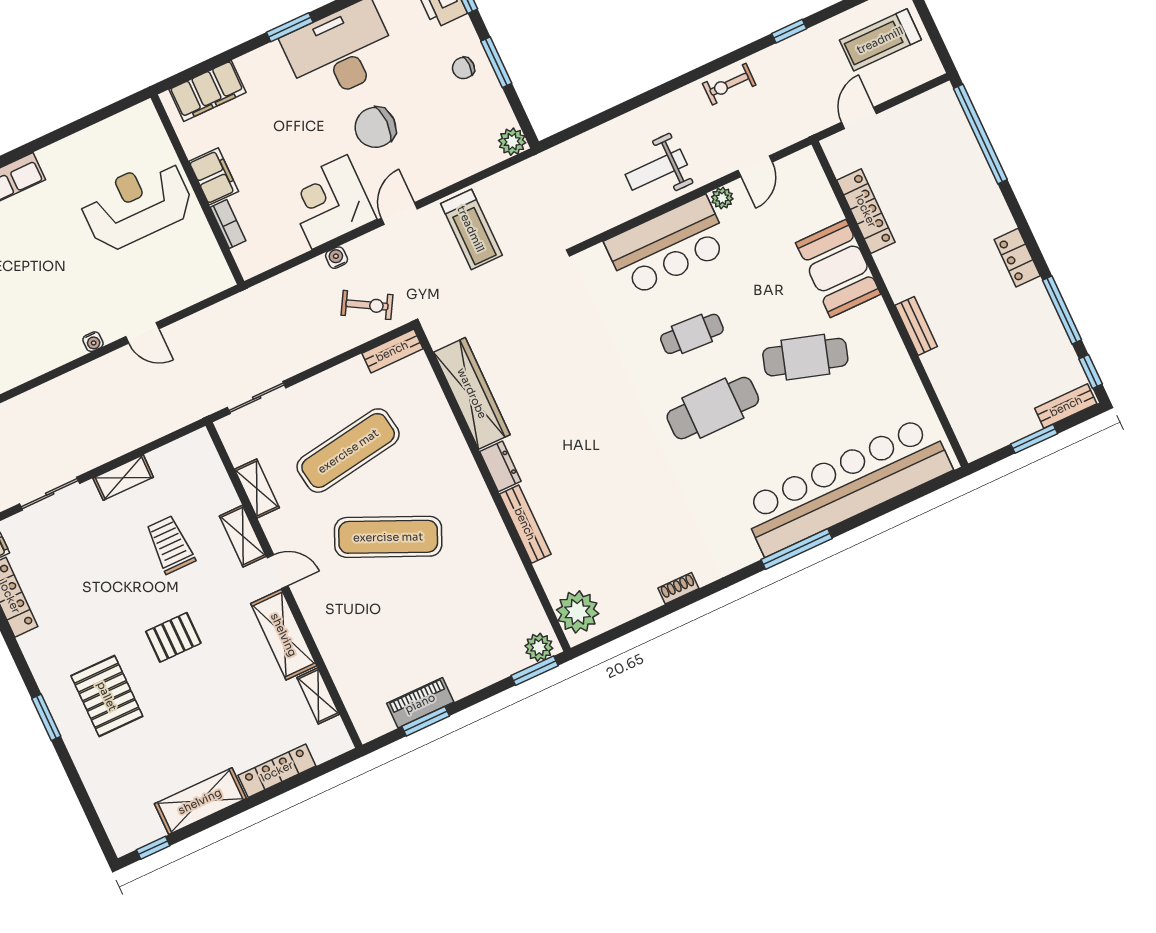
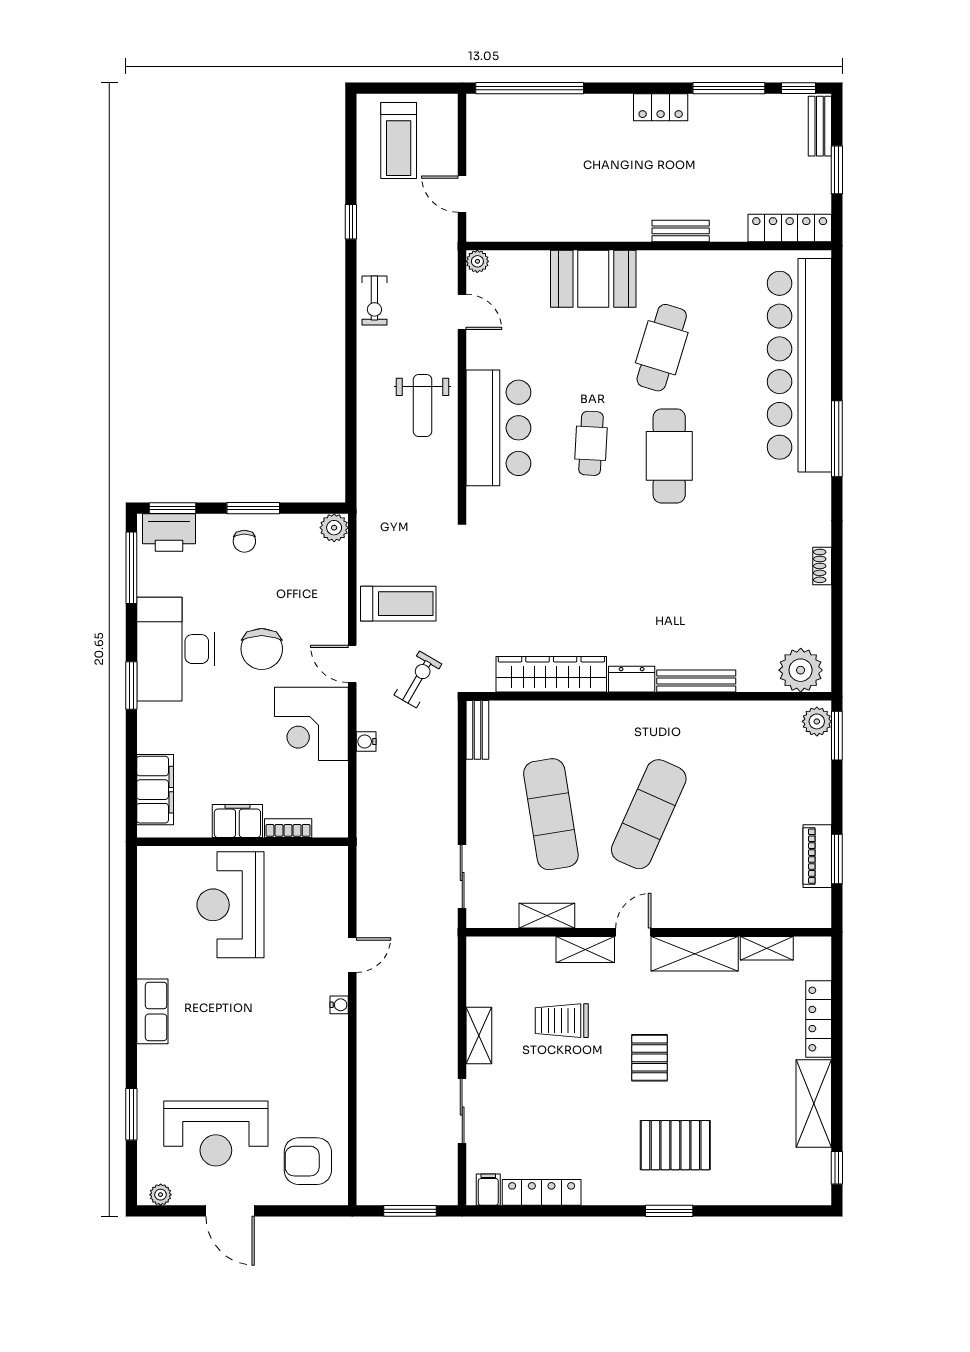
plant: (722, 198) -> (477, 261), moved
locker: (866, 211) -> (790, 228), moved
exercise bike: (367, 305) -> (418, 680), moved

